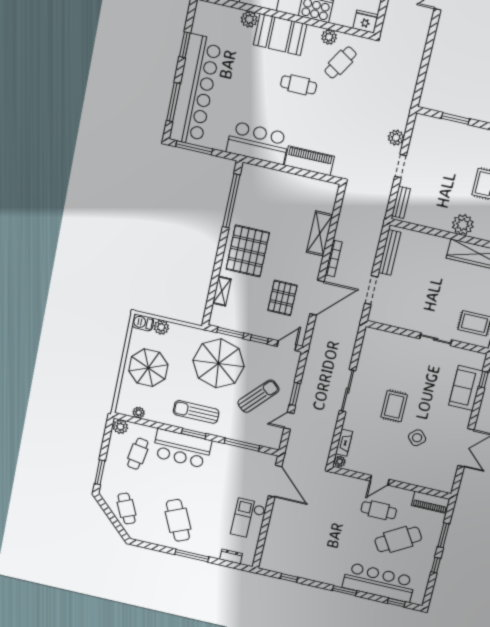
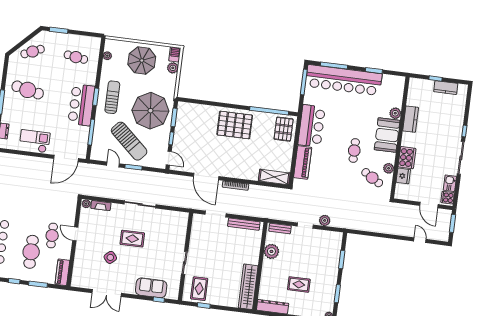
fridge: (366, 22) -> (403, 176), moved
plant: (463, 225) -> (271, 251), moved
shelving: (320, 234) -> (274, 177), moved
shelving: (222, 291) -> (204, 109), removed
pallet: (282, 298) -> (284, 129), moved, turned 90
sun lounger: (258, 396) -> (129, 141), width x1.36, depth x1.34
plant: (120, 427) -> (95, 43), removed
bar counter: (182, 448) -> (81, 105), moved
cafe table: (178, 520) -> (28, 90), turned 36
cafe table: (398, 539) -> (31, 252), turned 31

